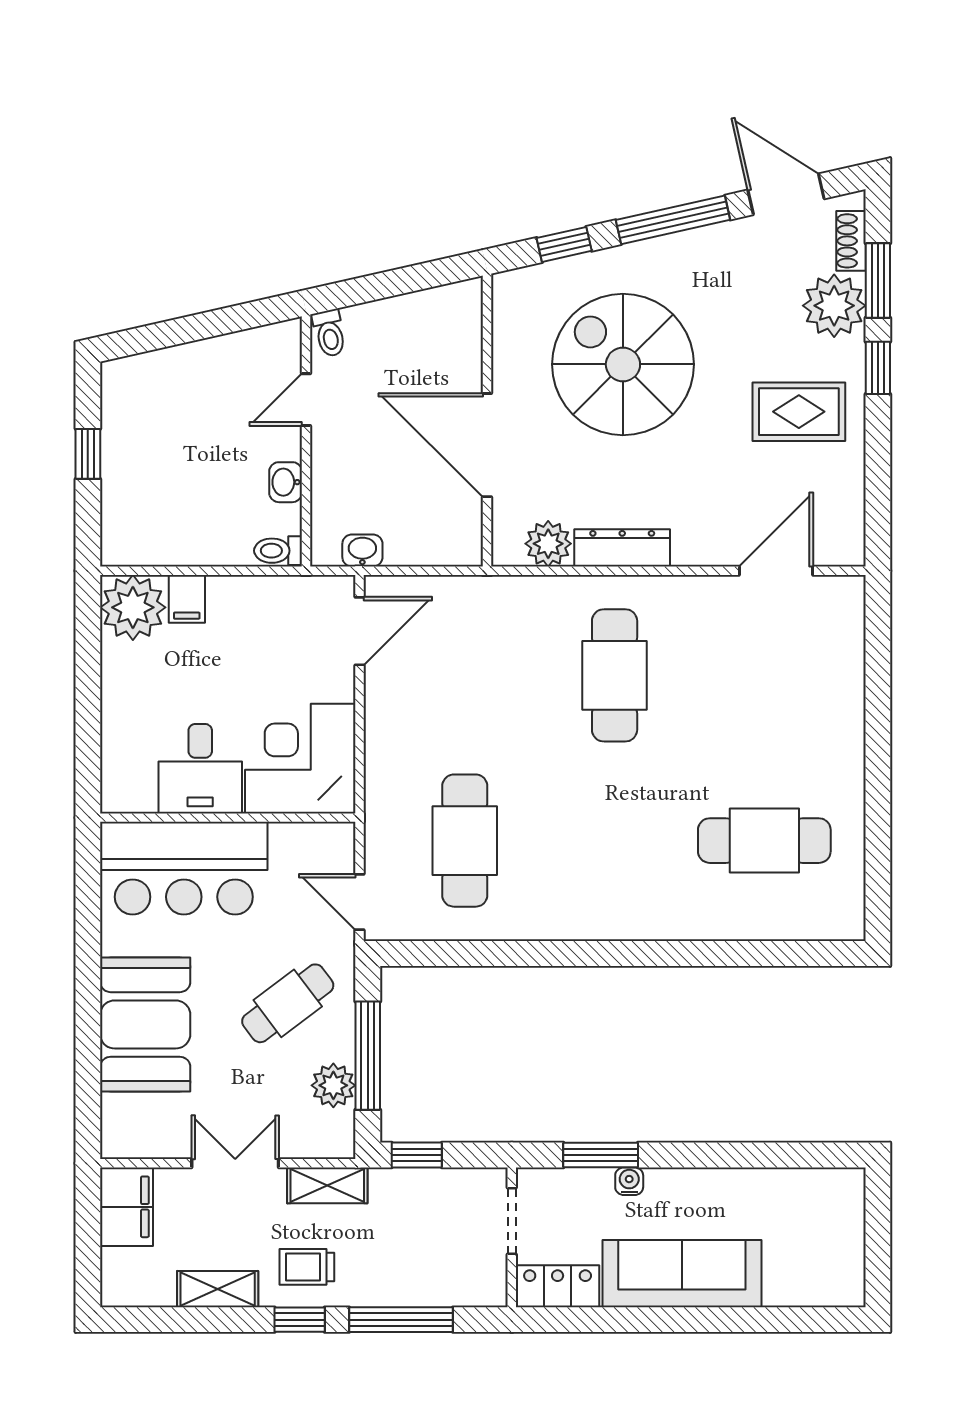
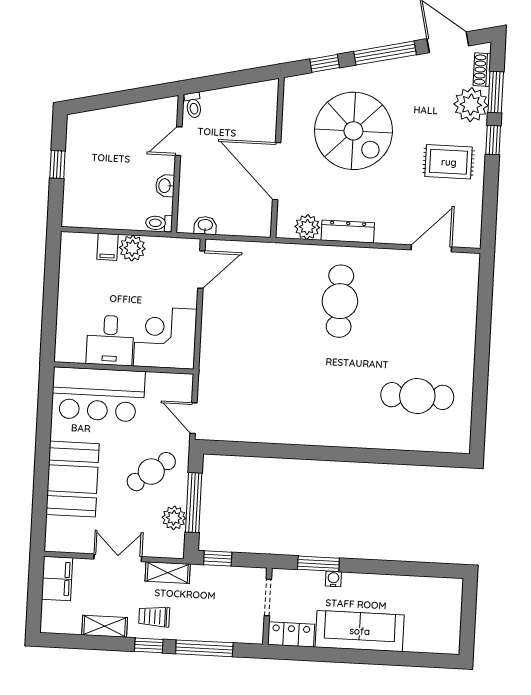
spiral stairs: (623, 364) -> (353, 131), turned 180
plant: (133, 607) -> (132, 248), moved, width x0.73, depth x0.73
cafe table: (465, 841) -> (253, 387), removed

